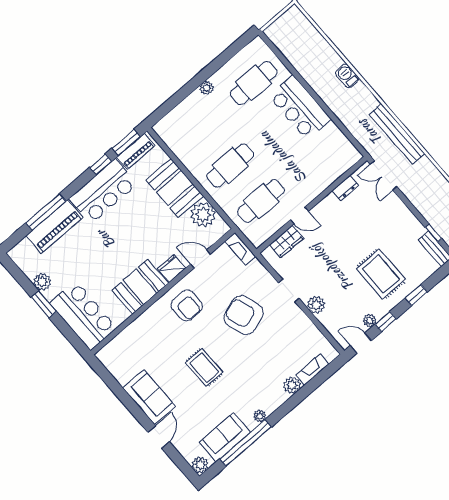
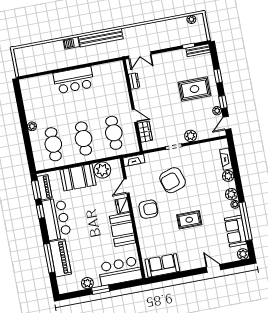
cafe table: (254, 83) -> (53, 144), moved
bench: (397, 134) -> (101, 38), moved
door: (299, 215) -> (135, 116), hinge flipped
sofa: (149, 397) -> (162, 265), moved
plant: (270, 403) -> (231, 194), added

